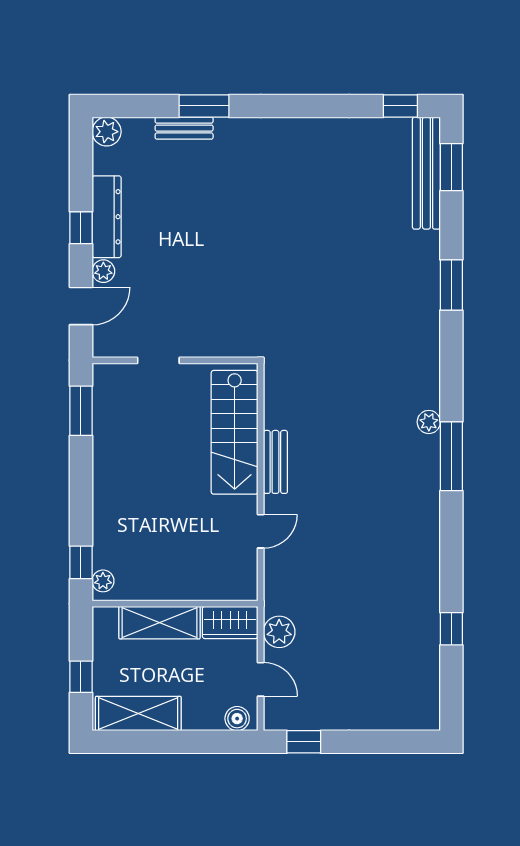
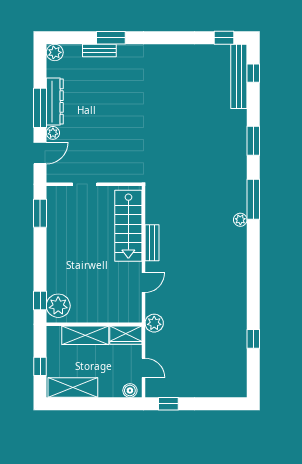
window: (451, 167) -> (253, 73), width x0.67
window: (81, 228) -> (40, 108), width x2.17
window: (451, 456) -> (253, 199), moved
plant: (103, 581) -> (58, 306), width x1.88, depth x1.88
plant: (279, 632) -> (154, 323), moved

